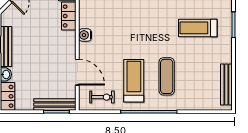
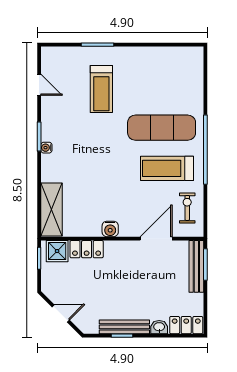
exercise mat: (167, 76) -> (162, 128), width x1.36, depth x1.45
bench: (226, 84) -> (172, 53), removed

